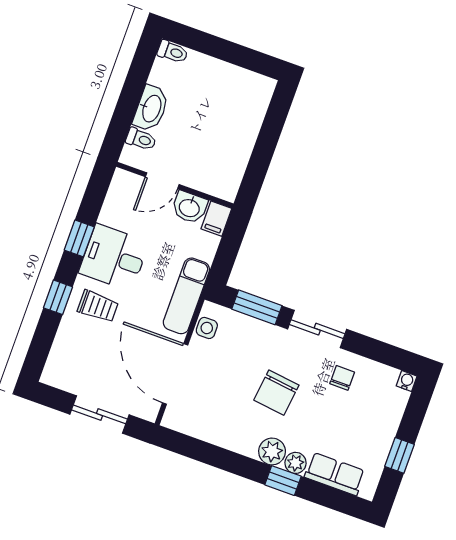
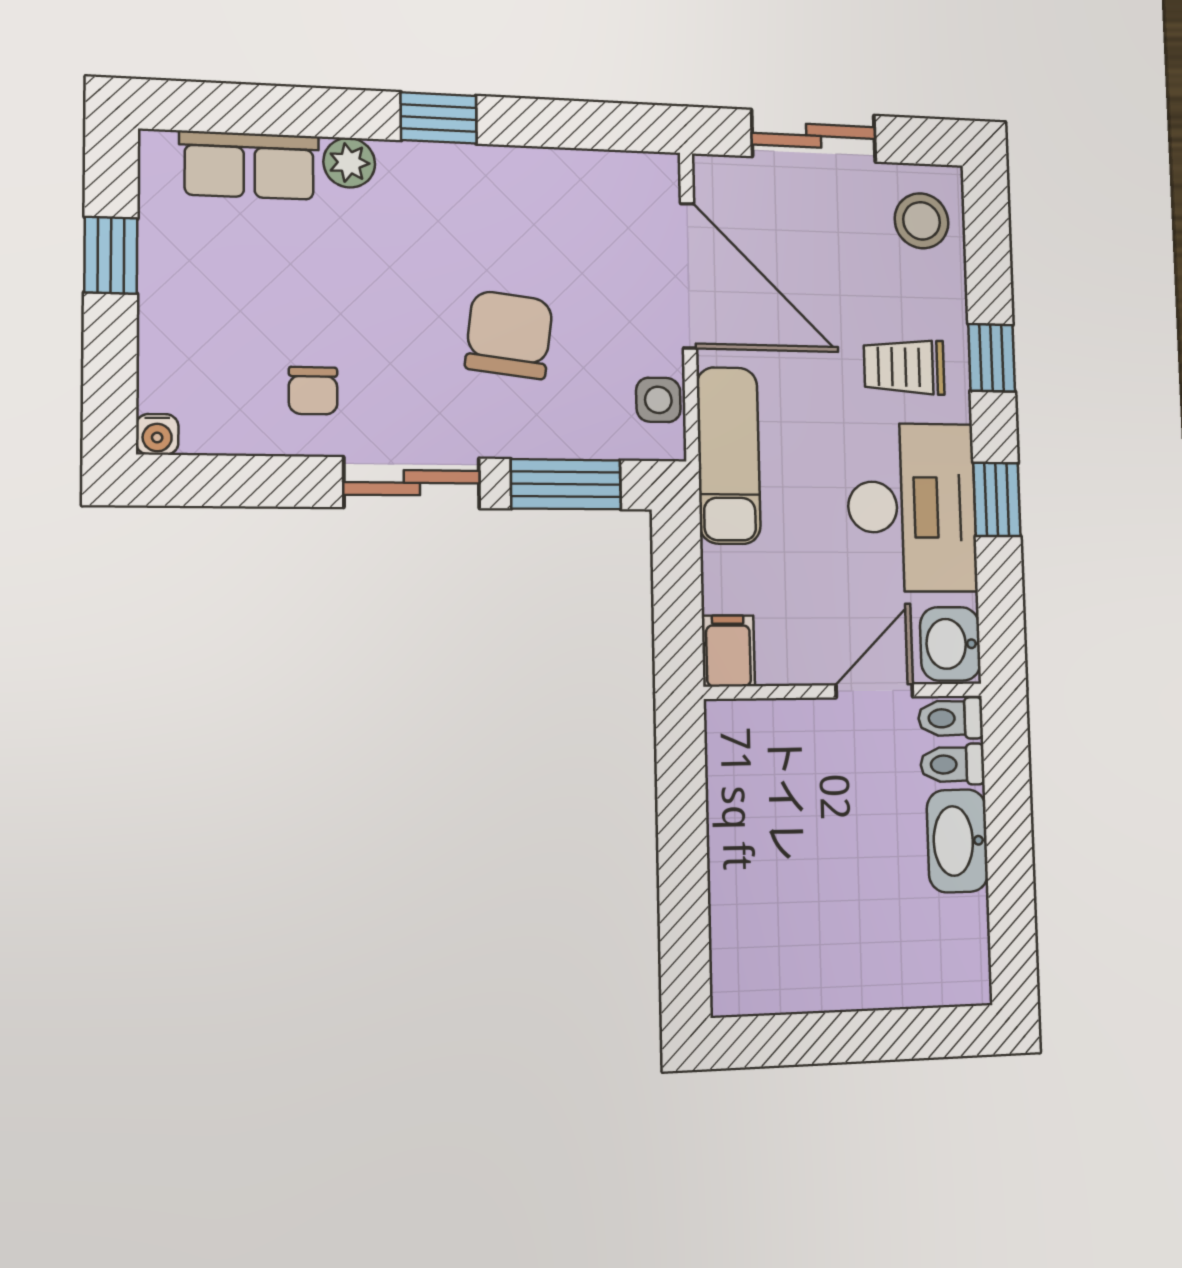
toilet: (173, 52) -> (951, 718), moved
washbasin: (190, 207) -> (950, 644), moved, turned -90
desk: (114, 257) -> (912, 507), width x1.37
stool: (66, 364) -> (922, 221), added
chair: (276, 393) -> (509, 335), moved
plant: (272, 451) -> (412, 172), removed
window: (283, 481) -> (439, 118), moved

